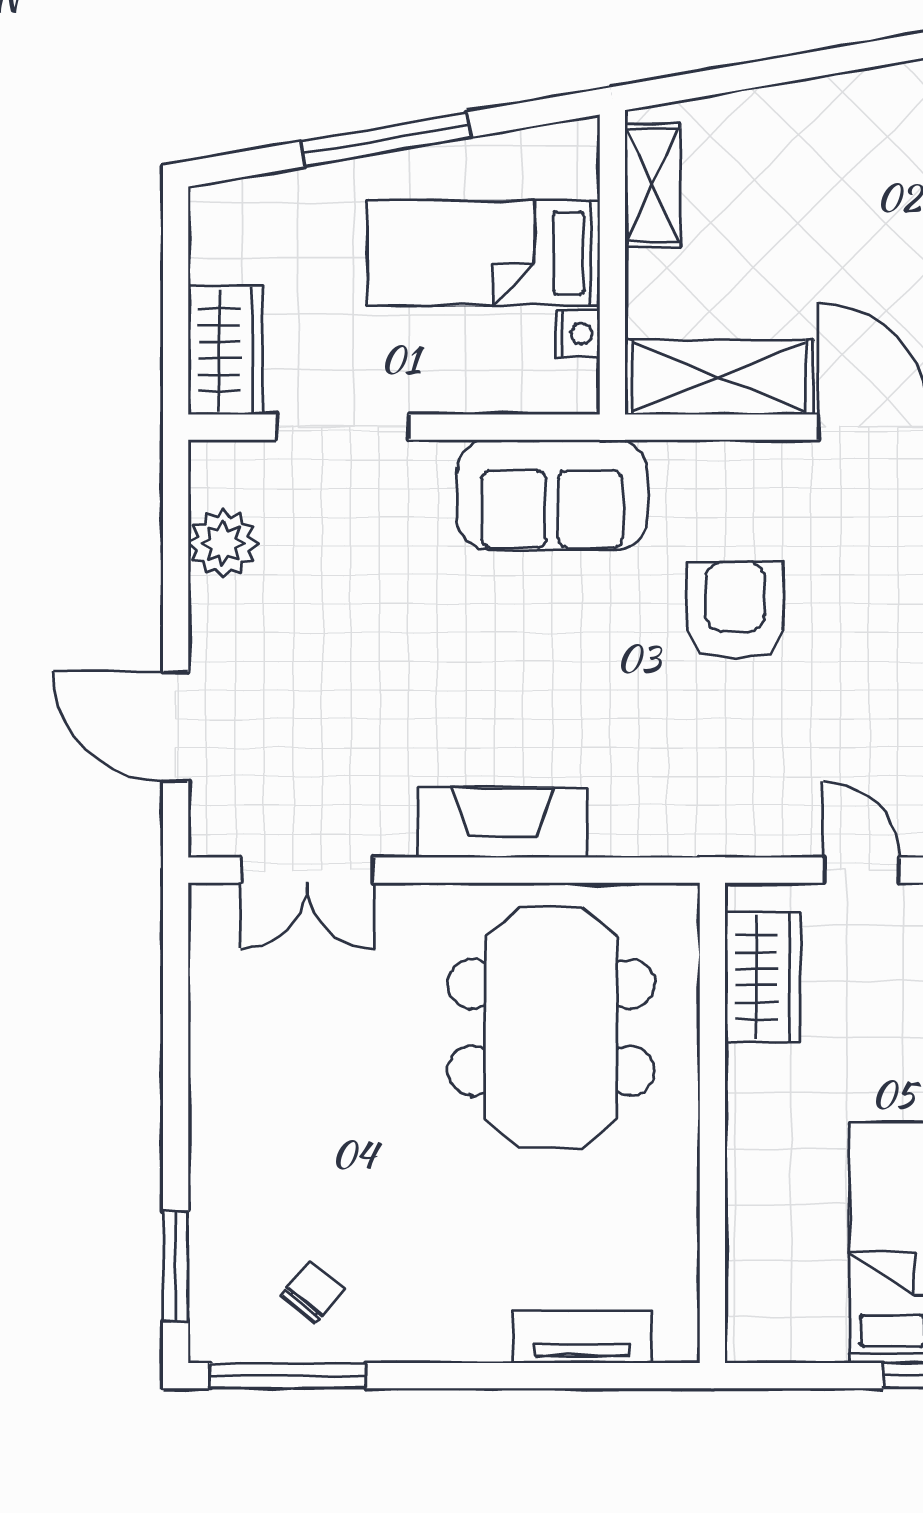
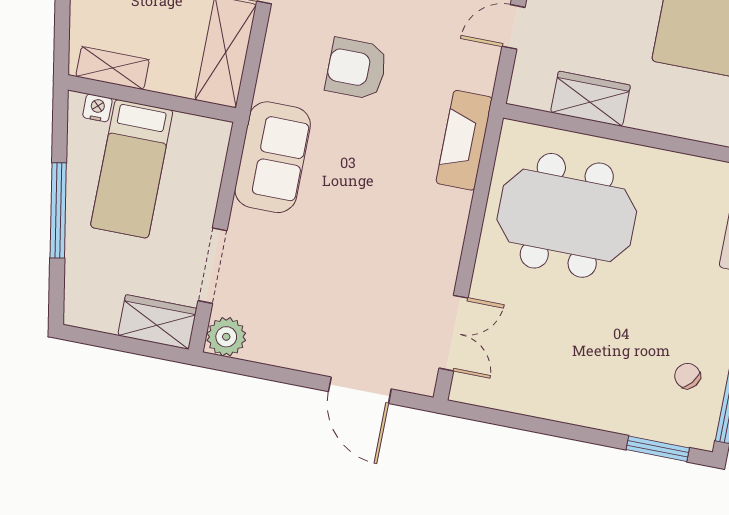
nightstand: (578, 334) -> (97, 108), moved
plant: (223, 543) -> (226, 337), moved
door: (176, 726) -> (360, 390), hinge flipped
fireplace: (503, 823) -> (464, 140), moved
wardrobe: (763, 977) -> (590, 99), moved

